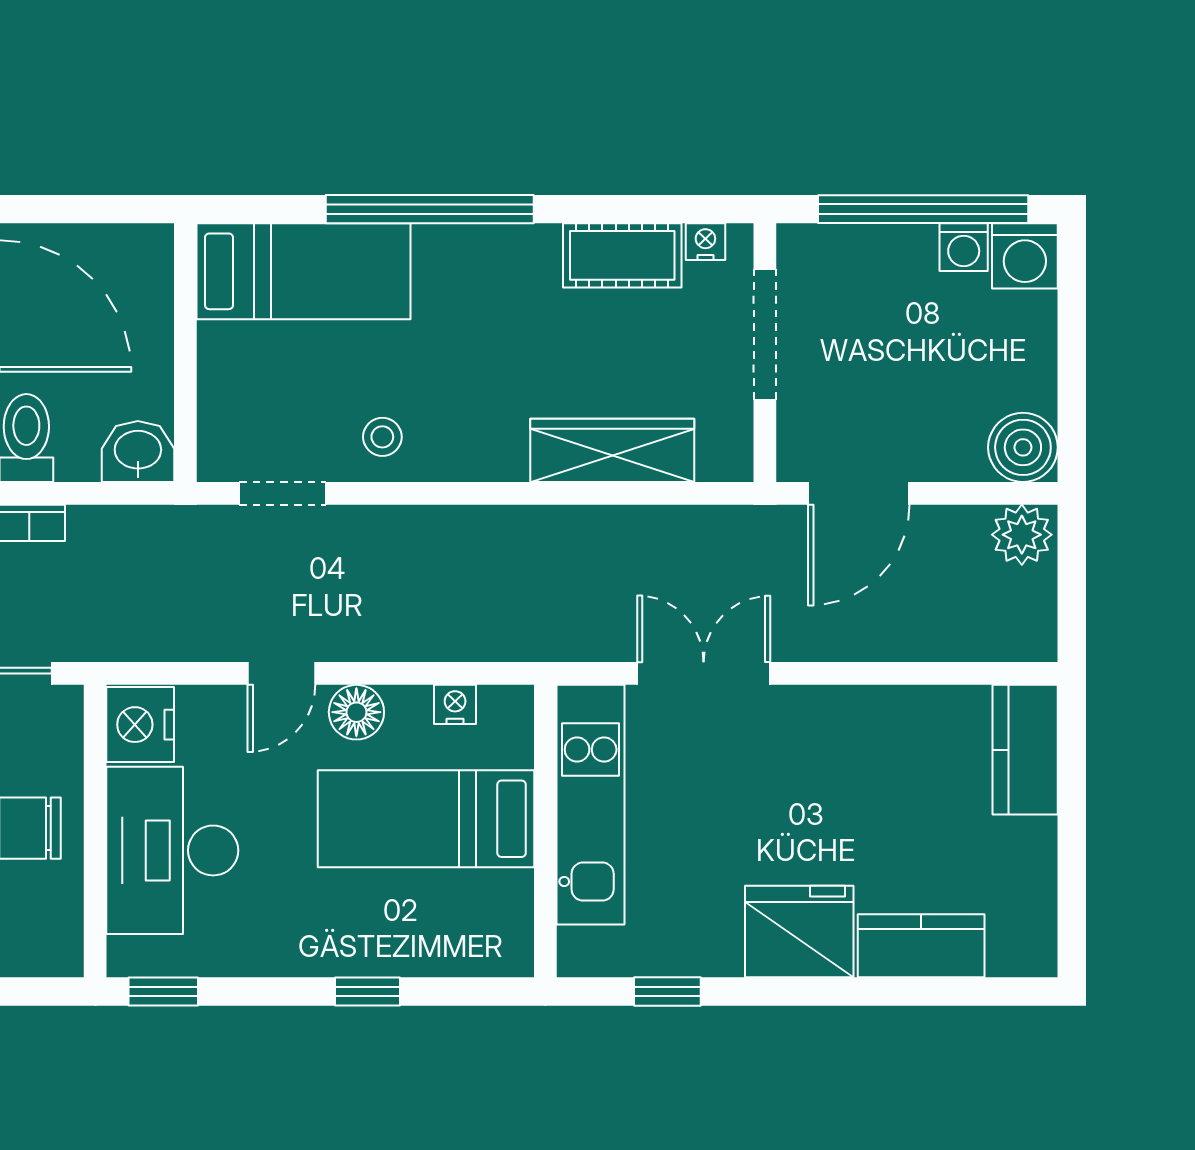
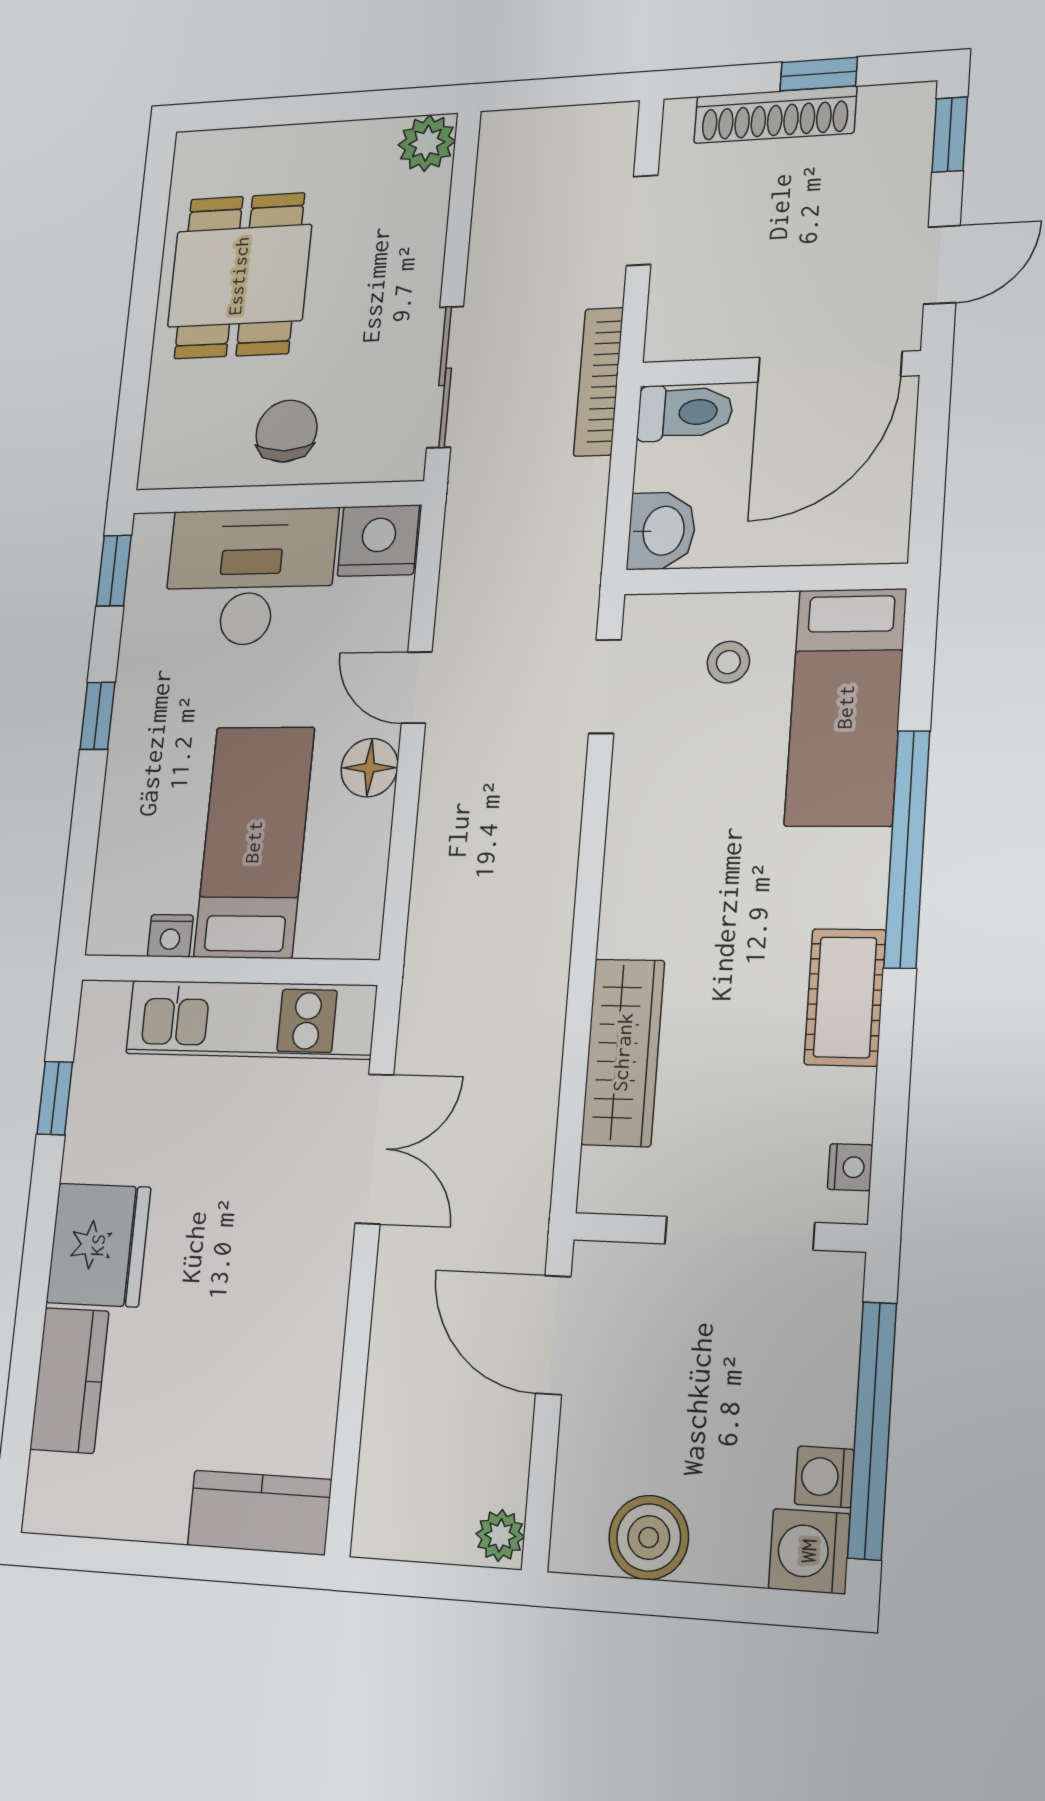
cot: (622, 255) -> (845, 997), moved
stool: (382, 437) -> (728, 662), moved
boiler: (1023, 447) -> (649, 1537), moved
plant: (1022, 535) -> (500, 1535), width x0.73, depth x0.73
nightstand: (455, 704) -> (170, 936), moved, turned 90
window: (367, 991) -> (98, 716), moved

